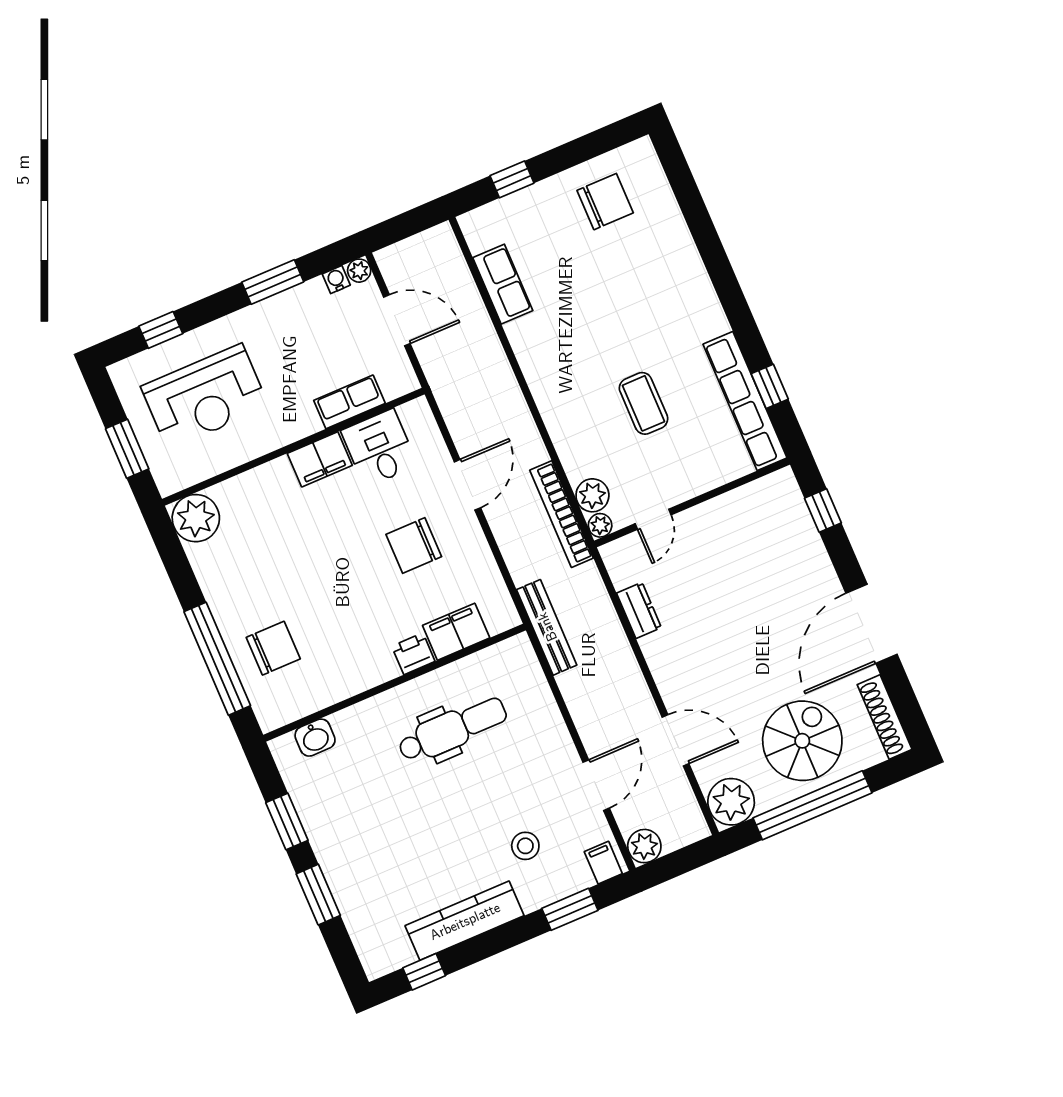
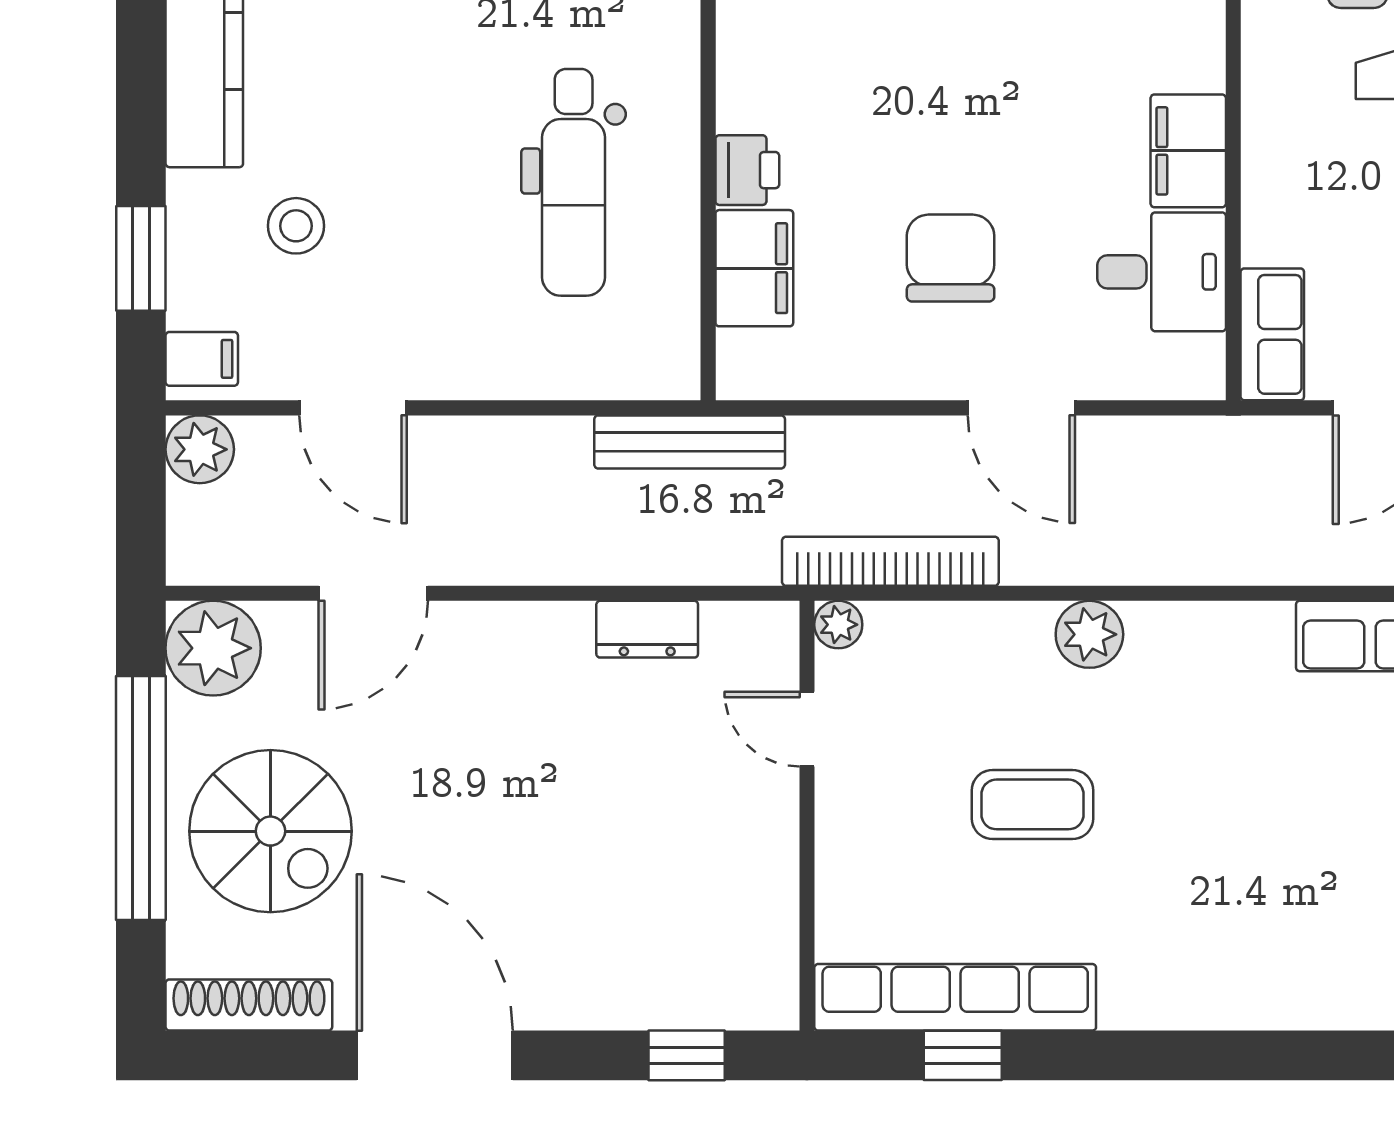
row of seats: (349, 402) -> (1272, 334), moved
plant: (592, 495) -> (1089, 634), moved

